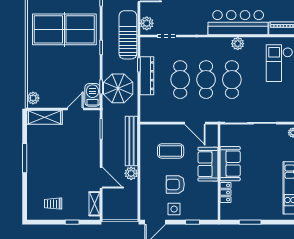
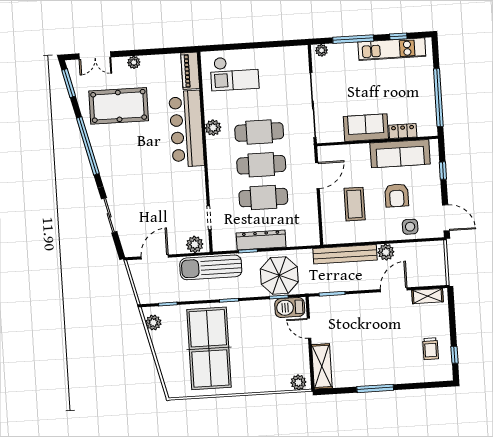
sofa: (208, 164) -> (400, 154), moved, width x1.36
side table: (174, 209) -> (410, 227), moved
window: (72, 222) -> (455, 355), moved
window: (250, 222) -> (438, 98), width x2.11

